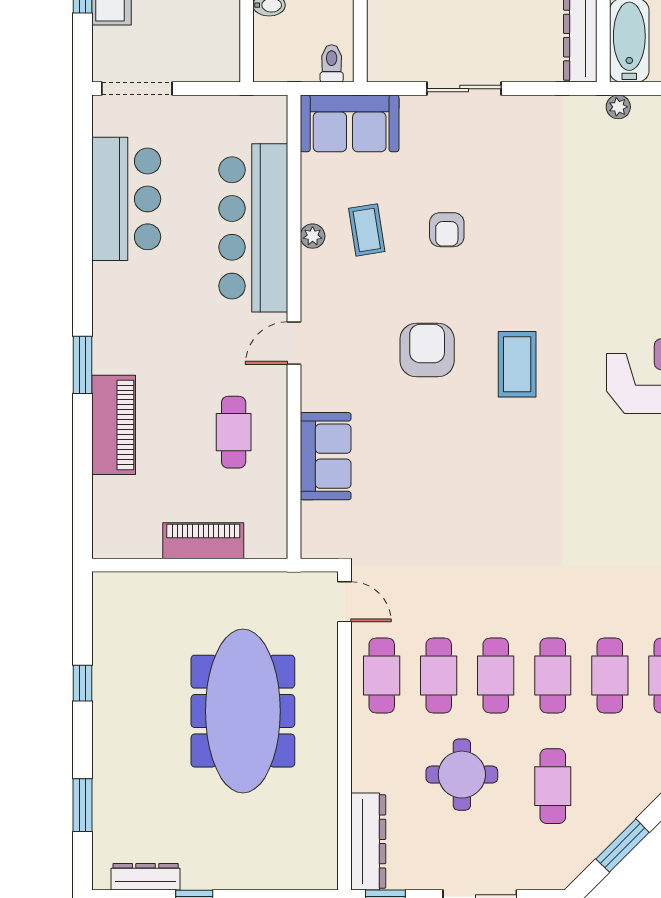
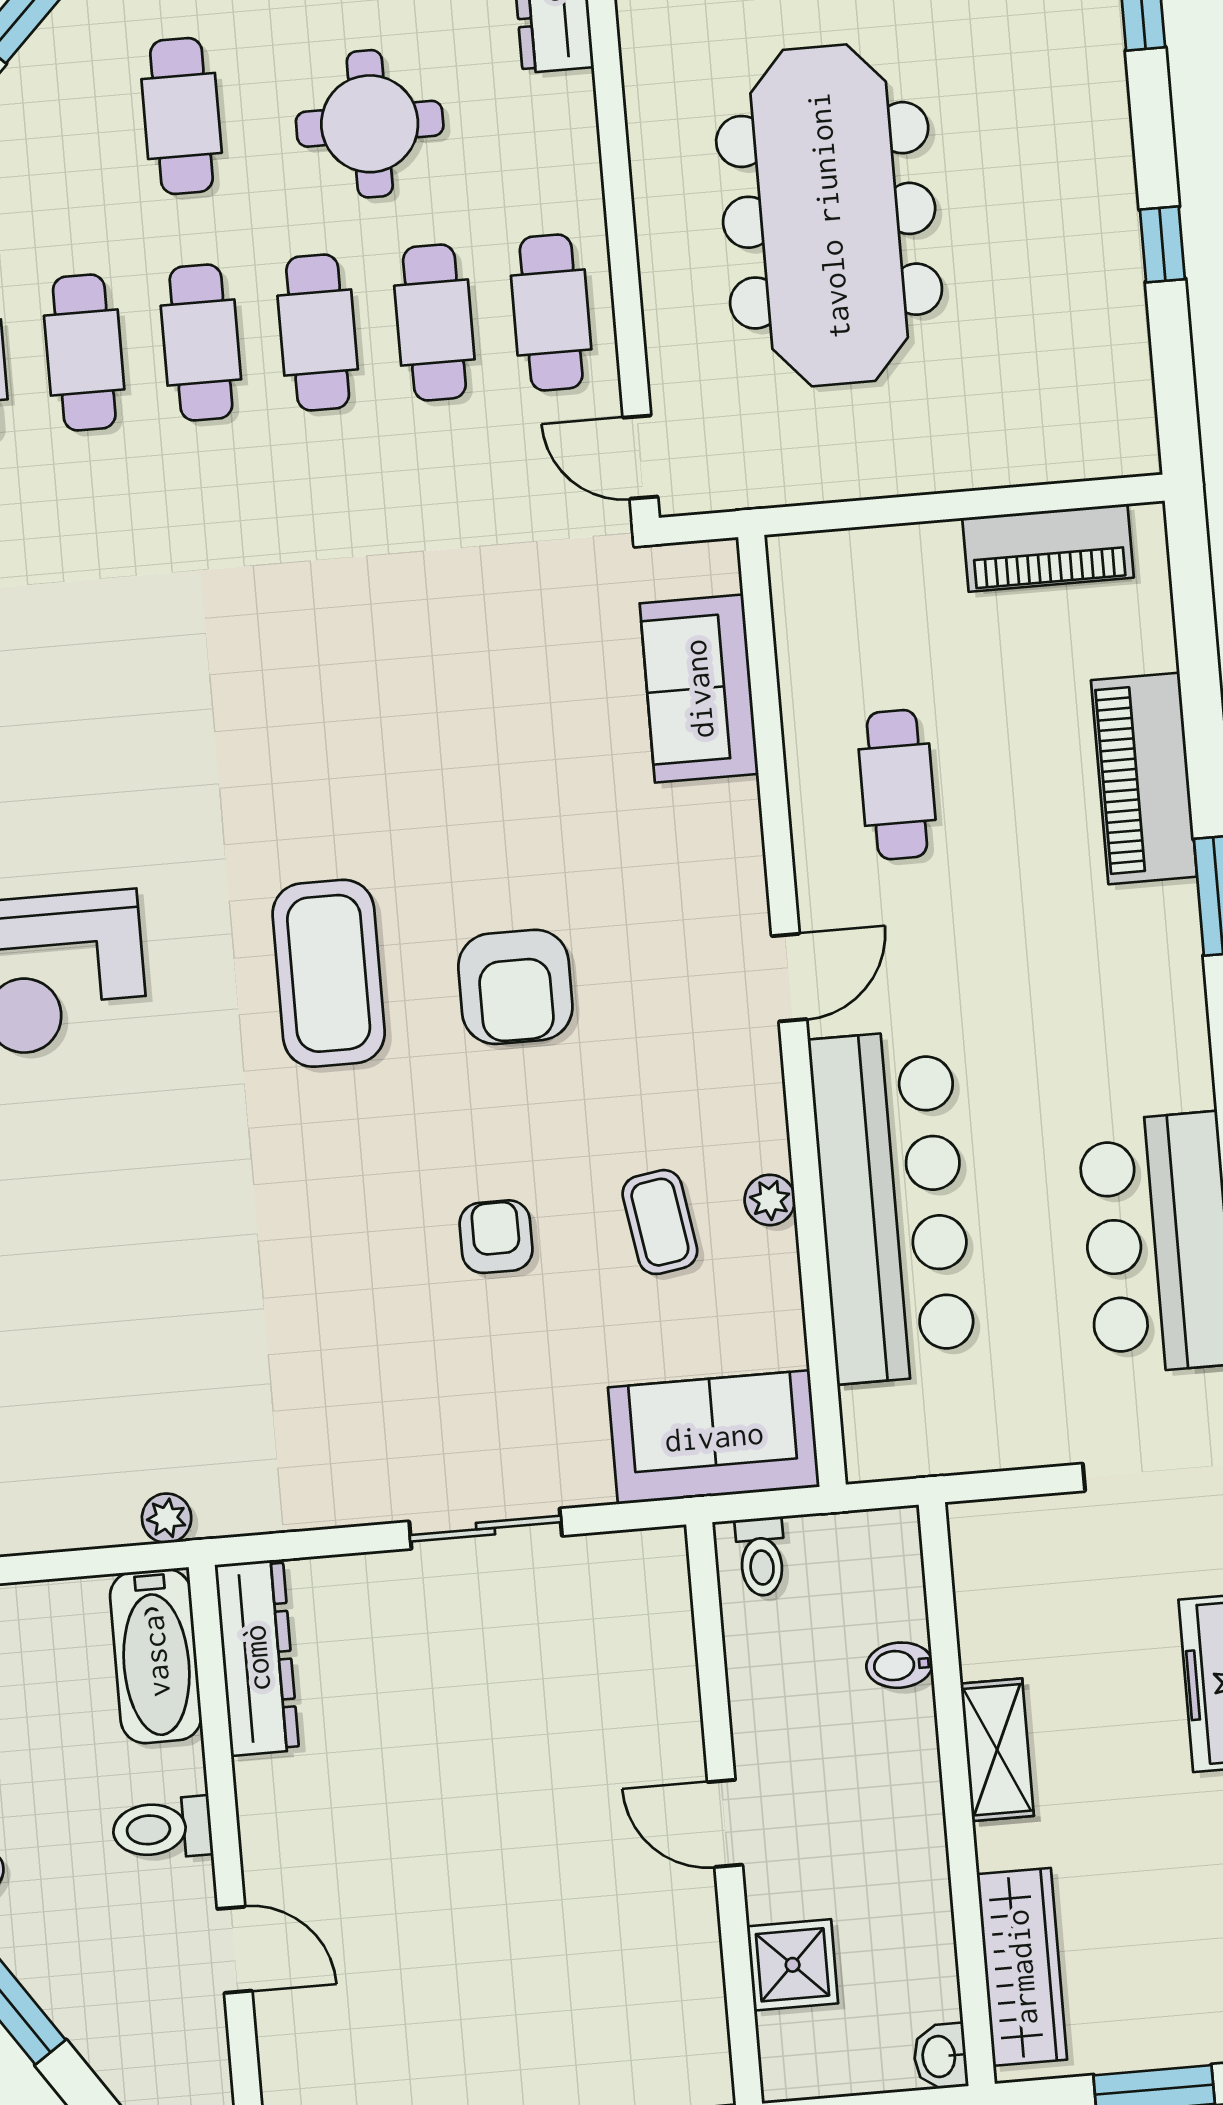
coffee table: (517, 364) -> (329, 973), width x1.36, depth x1.32
sofa: (326, 456) -> (699, 689), moved
piano: (203, 541) -> (1048, 548), moved

